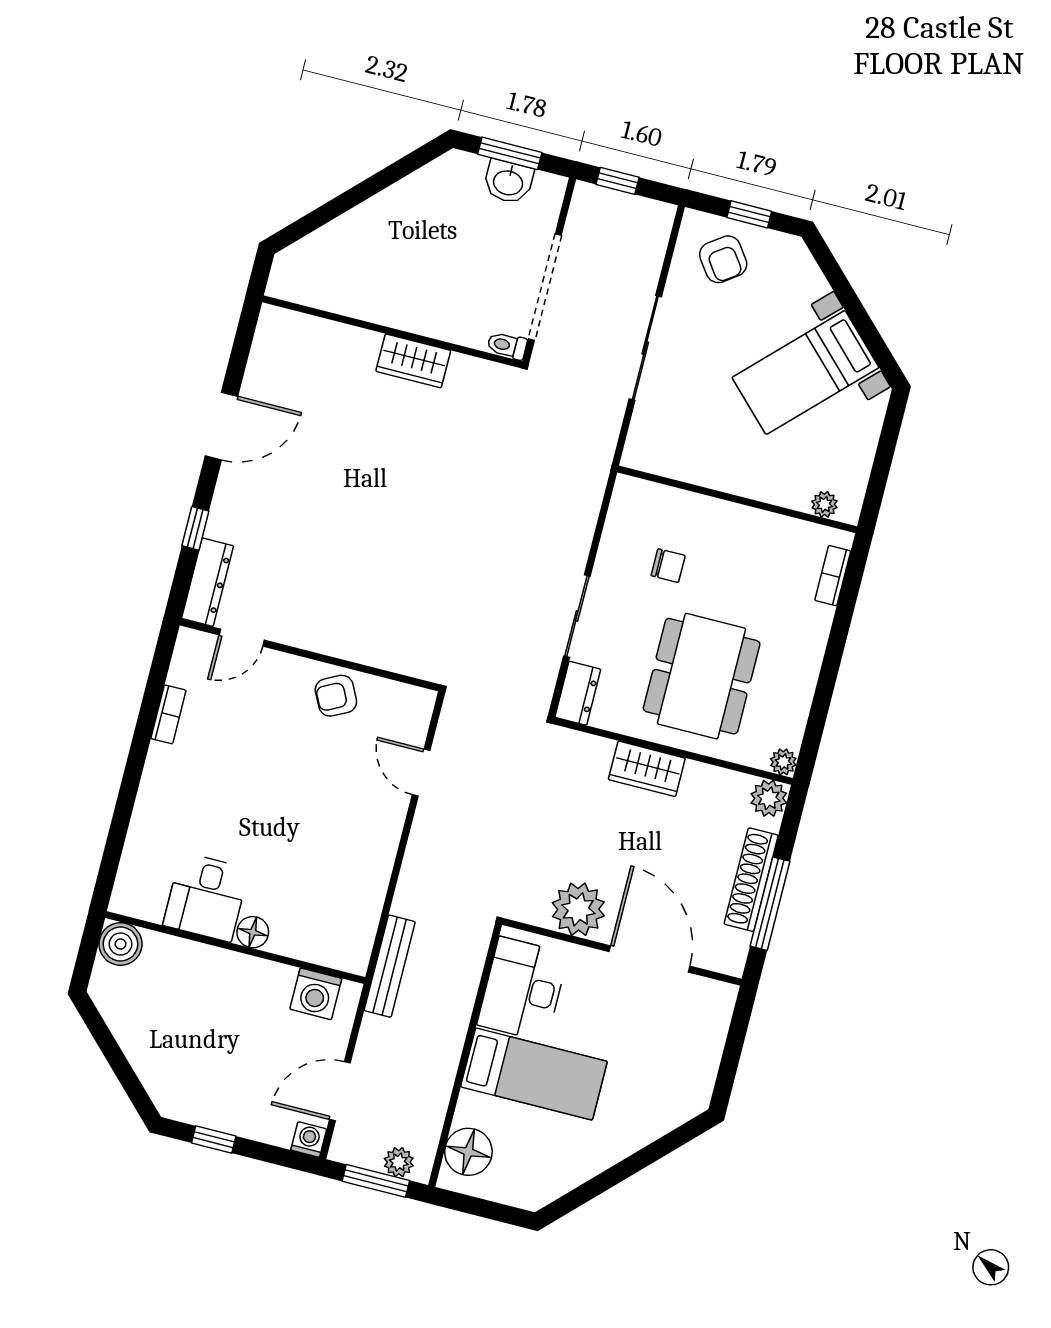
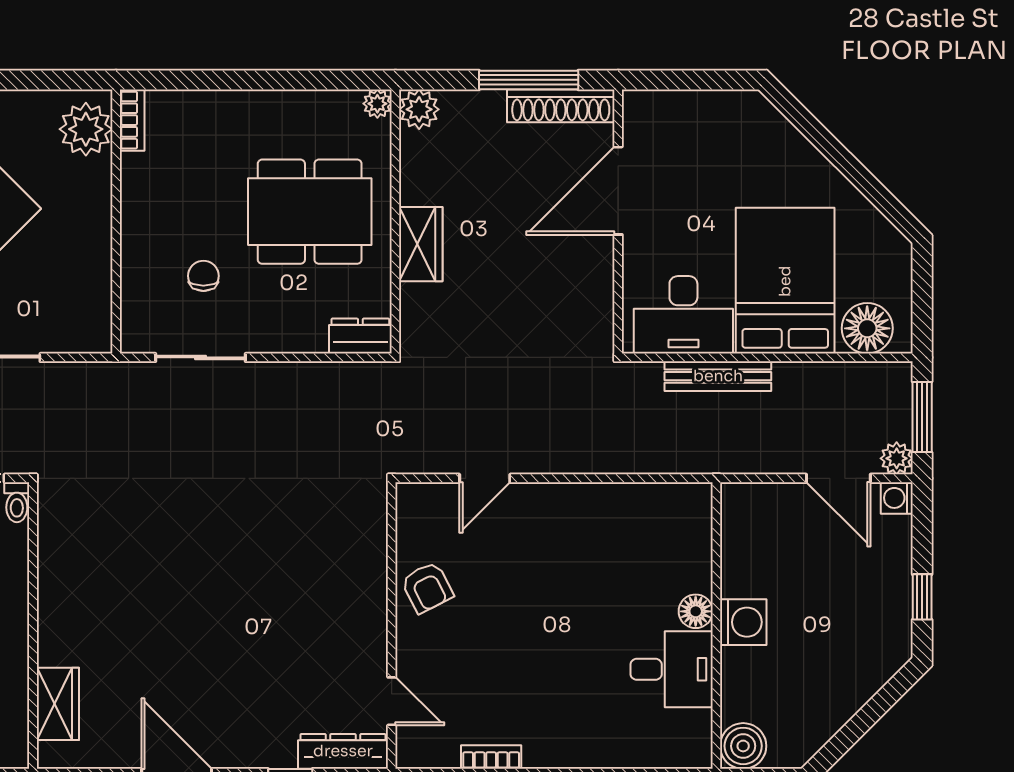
wardrobe: (413, 361) -> (58, 704), moved
plant: (824, 504) -> (86, 129), width x1.87, depth x1.87
bookcase: (833, 576) -> (132, 120), moved, turned -90
sliding door: (577, 616) -> (200, 357), moved
shoe rack: (751, 880) -> (561, 106), moved
plant: (578, 909) -> (585, 278), removed
bench: (390, 966) -> (718, 376), moved
washing machine: (316, 994) -> (743, 622), moved
bed: (534, 1074) -> (785, 281), width x1.50
plant: (399, 1162) -> (897, 458), moved

